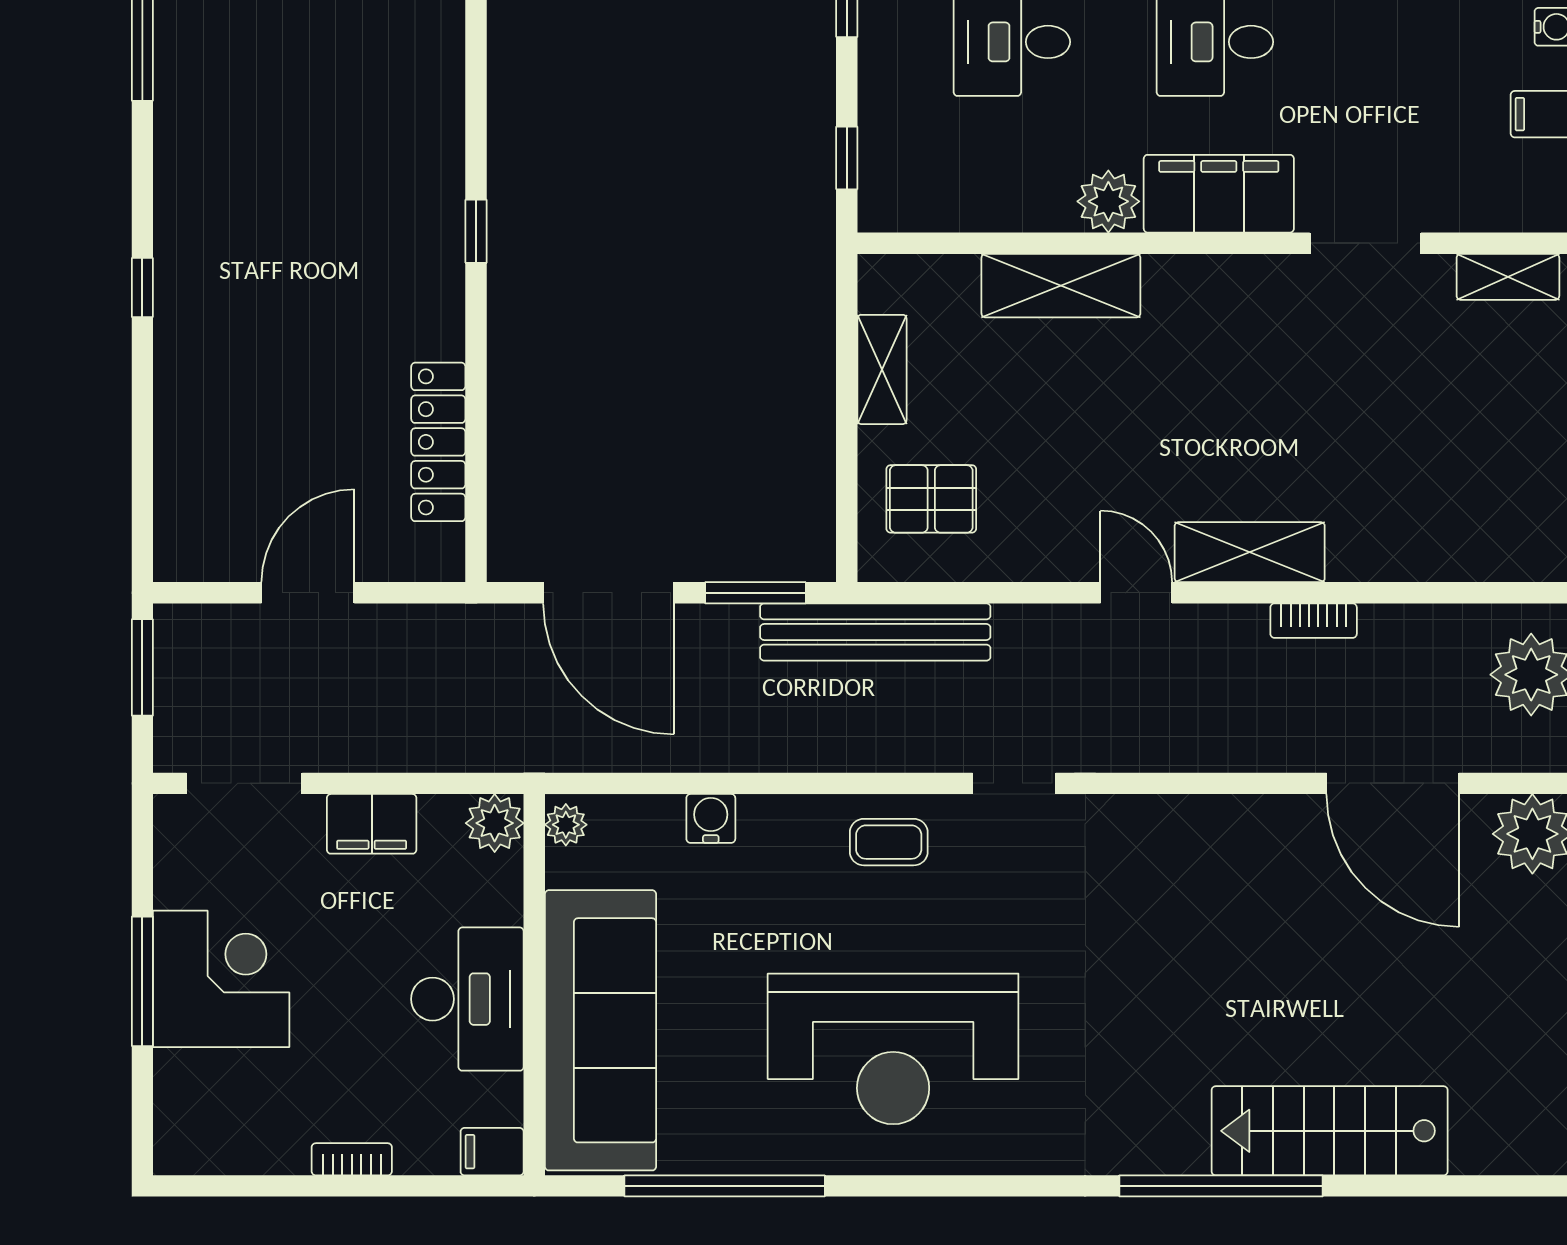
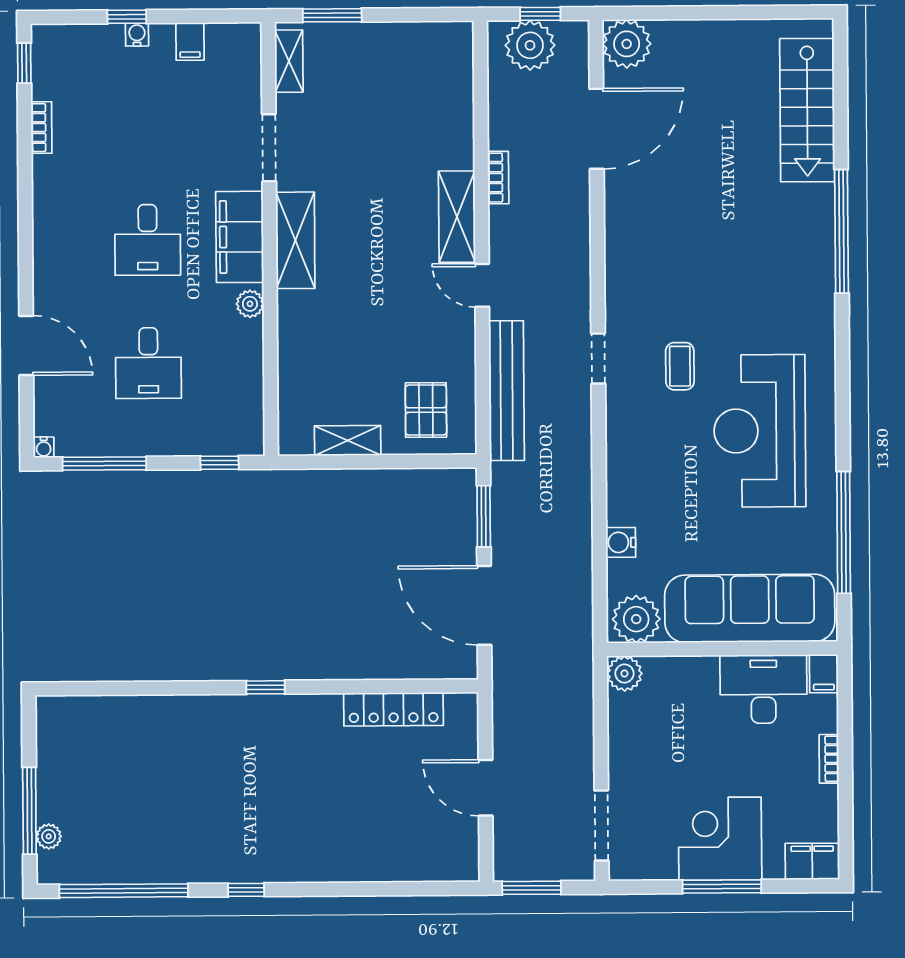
plant: (1108, 201) -> (250, 304), width x0.73, depth x0.73
shelving: (1061, 286) -> (295, 240), moved
window: (142, 287) -> (246, 890), moved
door: (609, 593) -> (484, 605), swing flipped
door: (1136, 593) -> (482, 285), hinge flipped
bench: (875, 632) -> (507, 391), moved
filing cabinet: (372, 824) -> (812, 861), moved, turned -90
plant: (566, 825) -> (636, 619), width x1.87, depth x1.87
coffee table: (889, 842) -> (680, 366), moved
desk: (467, 999) -> (763, 689), moved
reception desk: (893, 1049) -> (760, 431), turned 180
stairs: (1330, 1131) -> (807, 110), moved

